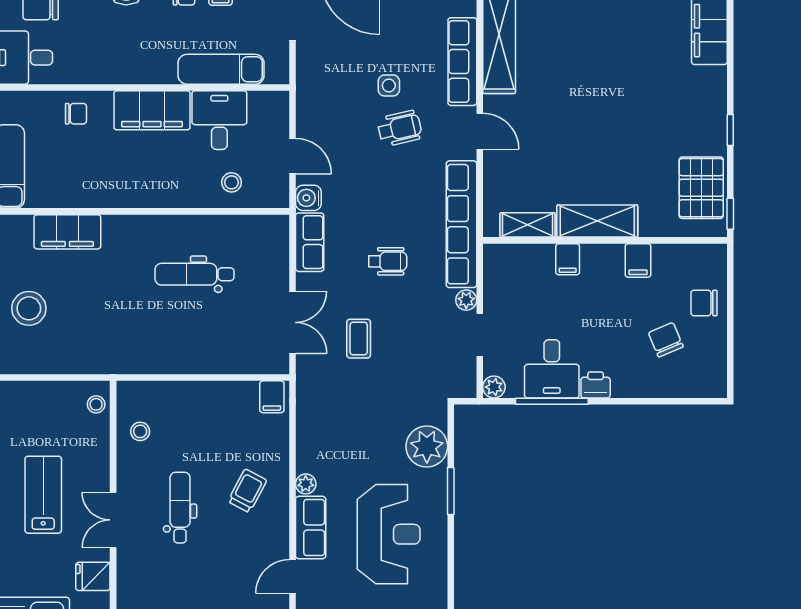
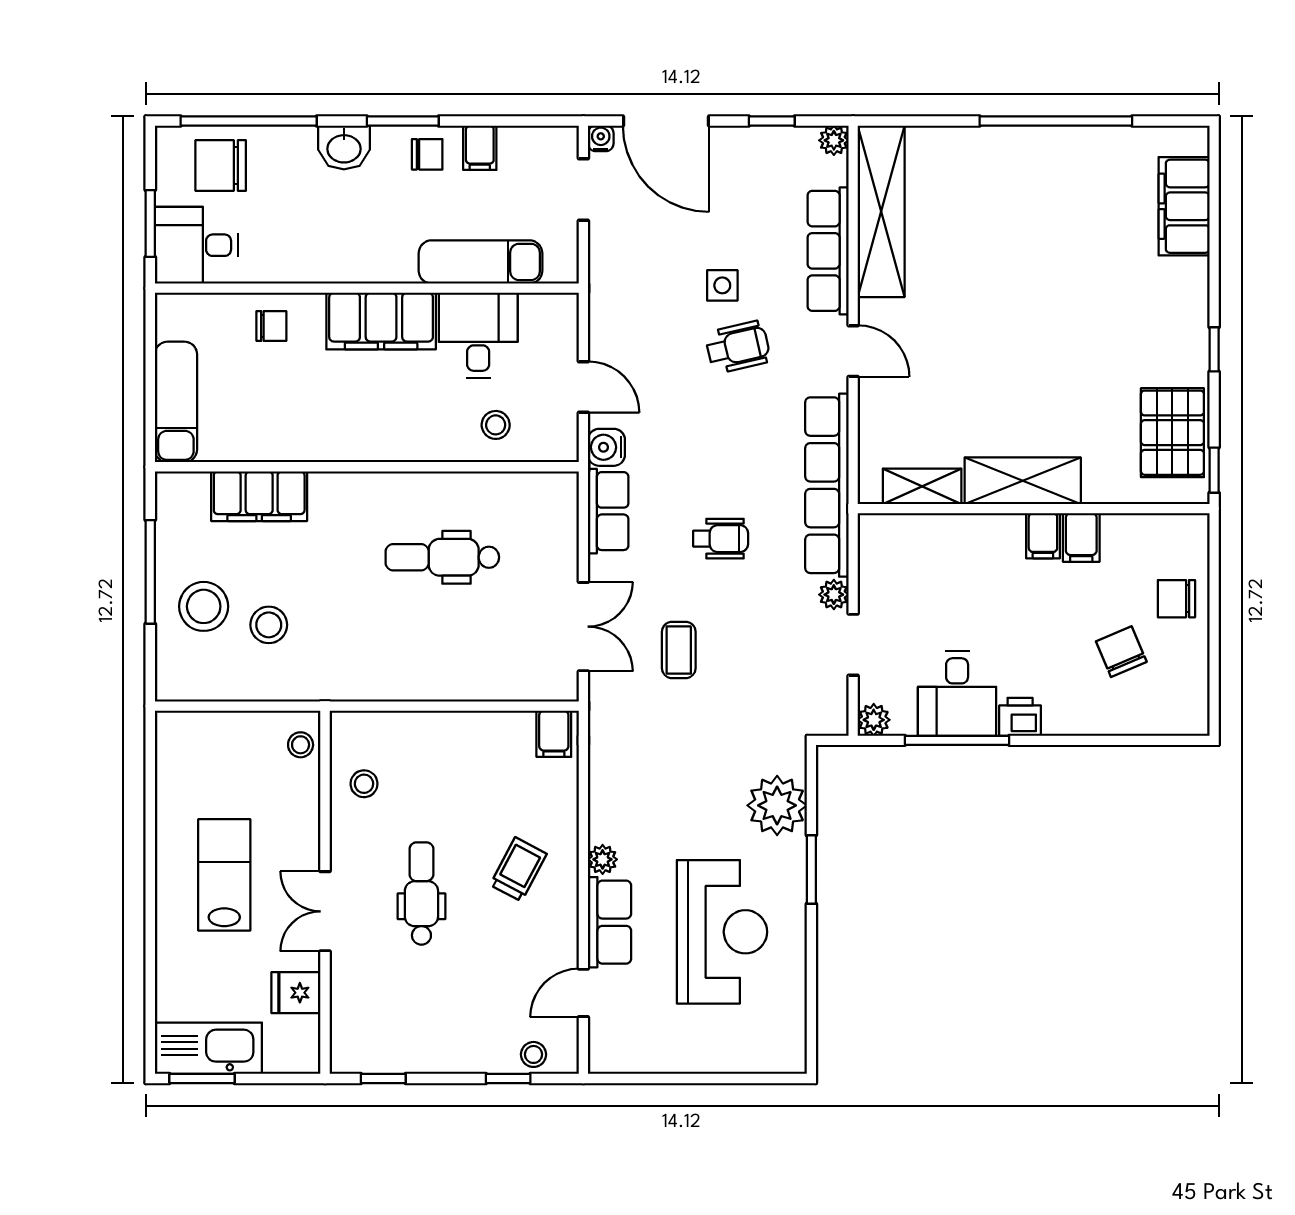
filing cabinet: (568, 259) -> (1043, 536), moved
stool: (74, 321) -> (269, 625), added

